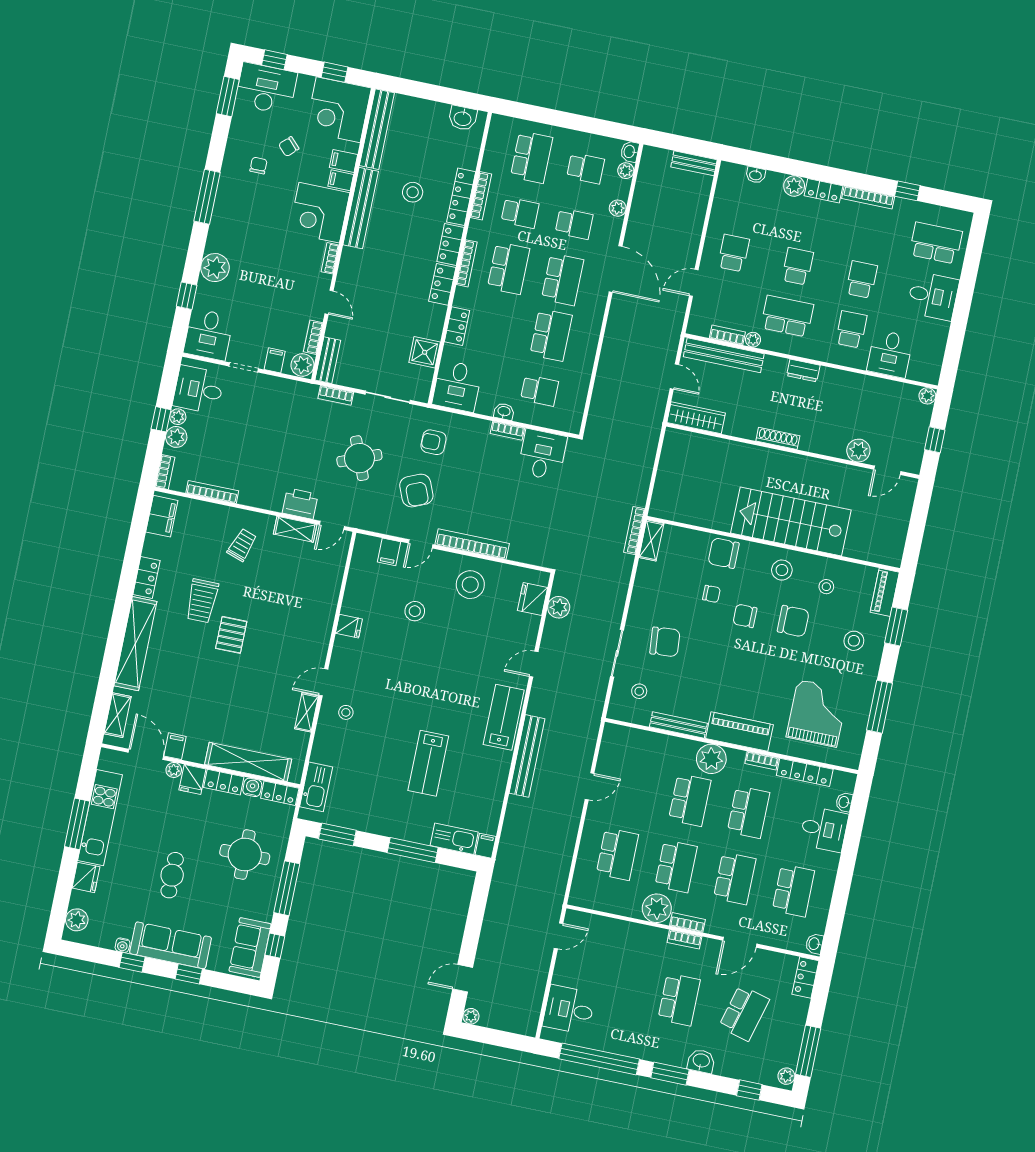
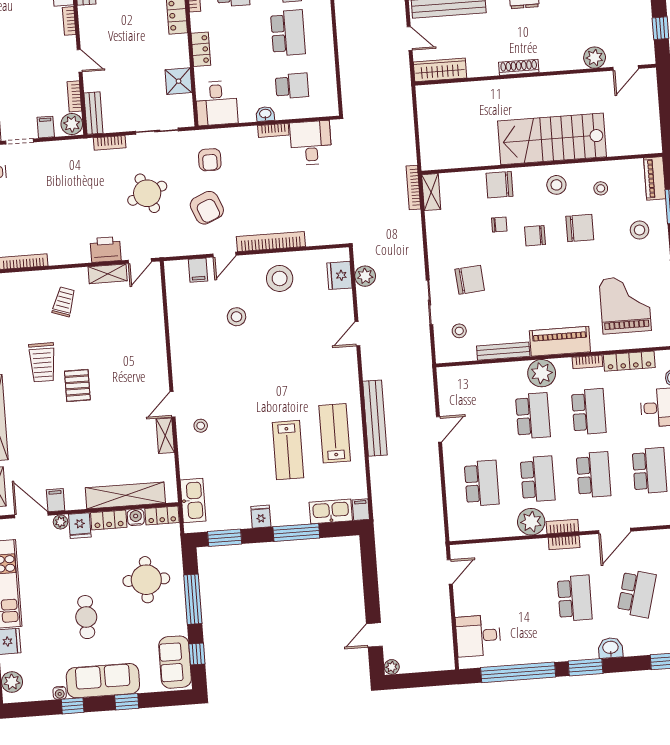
armchair: (434, 442) -> (210, 160), turned -90
fridge: (349, 626) -> (261, 517), moved, turned -90
lab bench: (504, 717) -> (335, 433), moved

